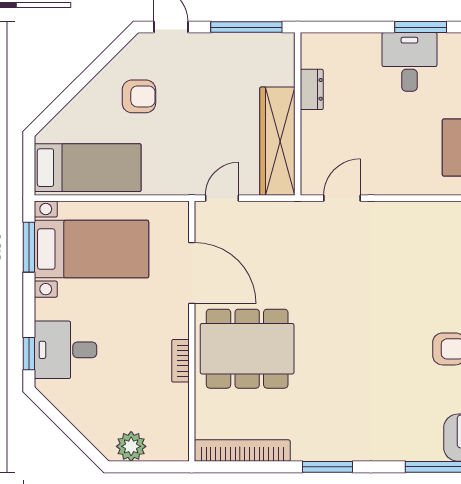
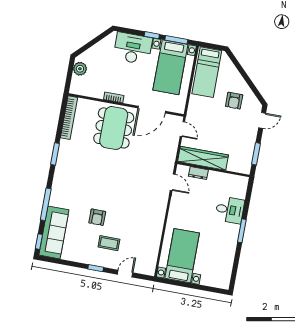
window: (246, 27) -> (256, 154), width x0.69
desk: (409, 62) -> (230, 210), moved
dresser: (312, 89) -> (198, 173), moved
desk: (65, 350) -> (133, 48), width x1.37
window: (29, 354) -> (152, 35), moved

